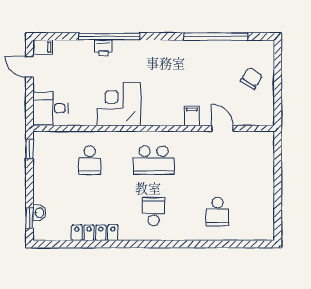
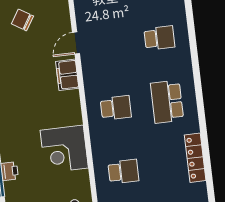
filing cabinet: (192, 116) -> (67, 75), width x2.00
school desk: (154, 160) -> (116, 108), width x0.54
school desk: (154, 211) -> (167, 102), width x1.85

